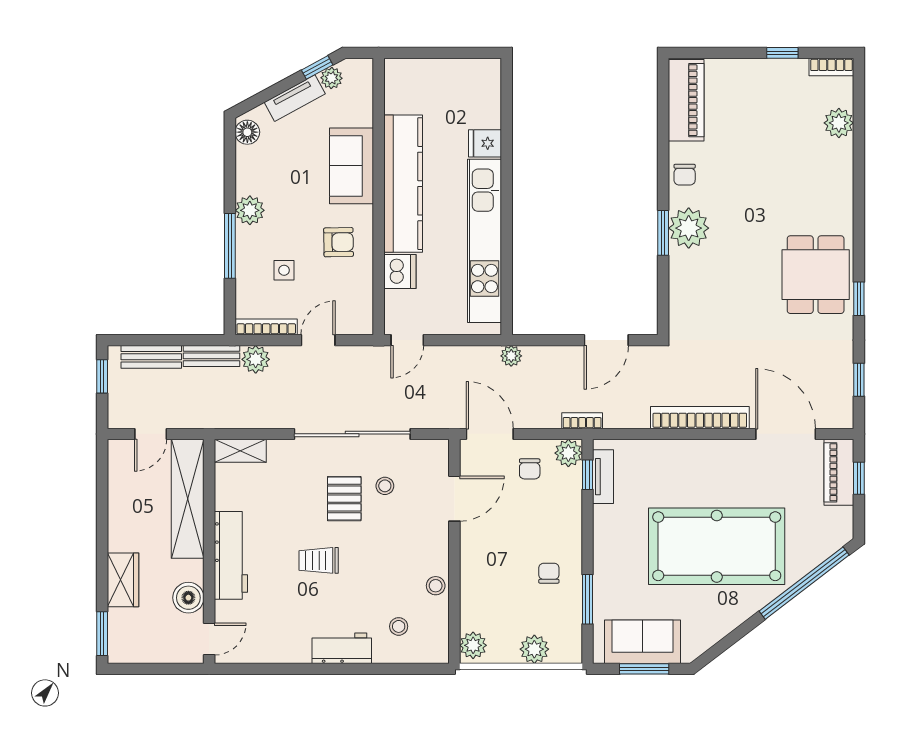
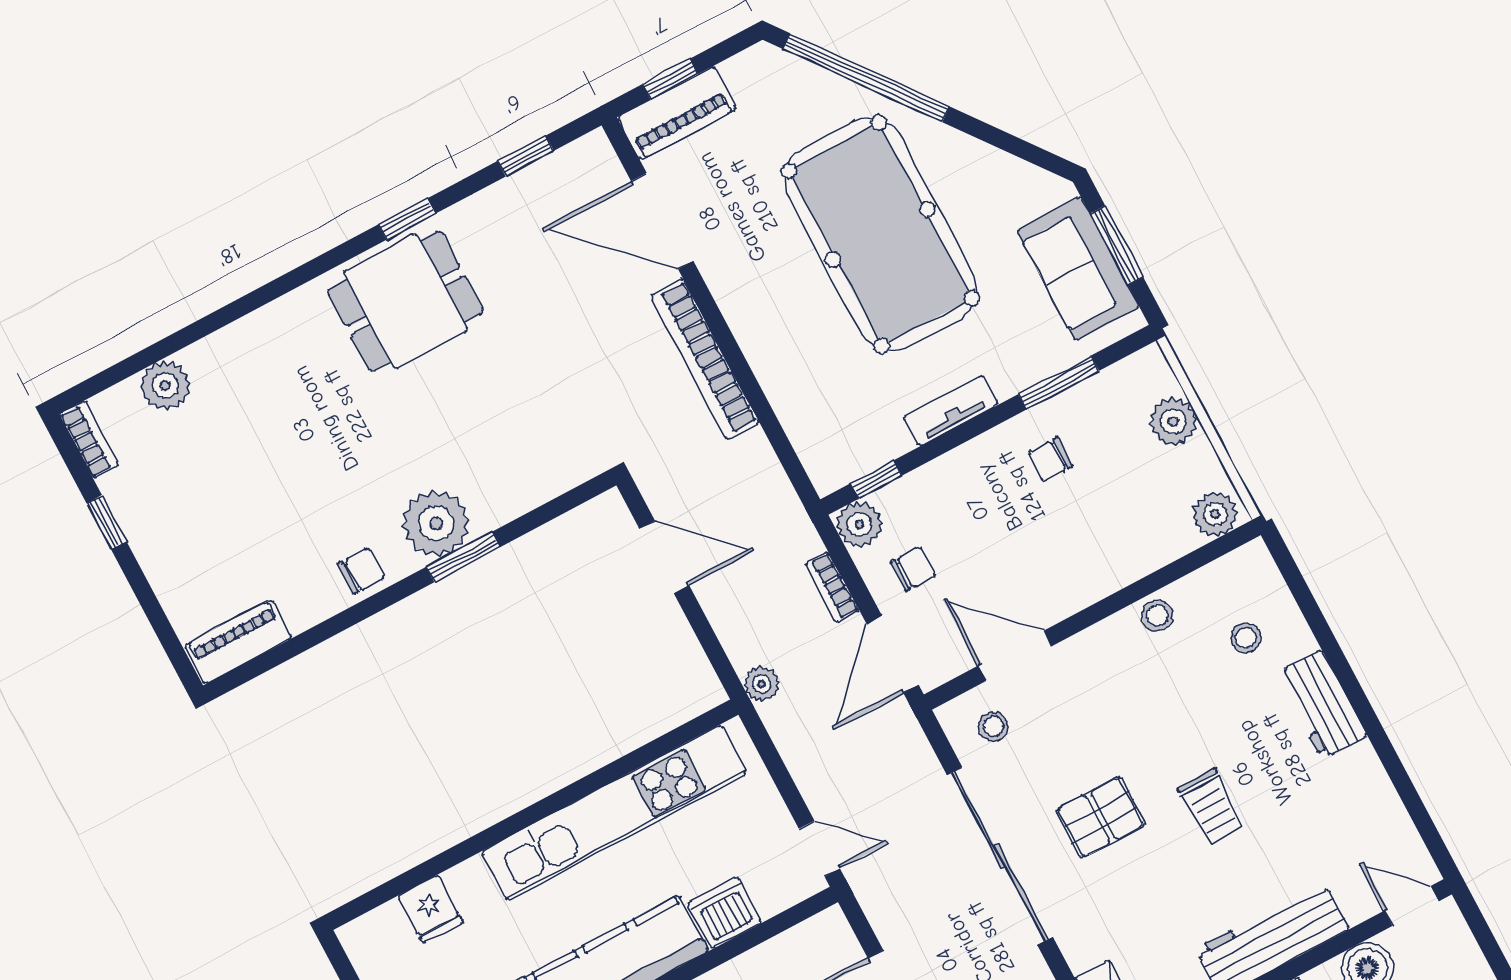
piano: (686, 100) -> (238, 642), width x0.73, depth x0.75
fridge: (485, 143) -> (431, 909), moved
bookcase: (582, 421) -> (832, 587), moved
door: (786, 434) -> (662, 221), hinge flipped
tv unit: (603, 477) -> (951, 411), moved
stool: (385, 486) -> (993, 727), moved

